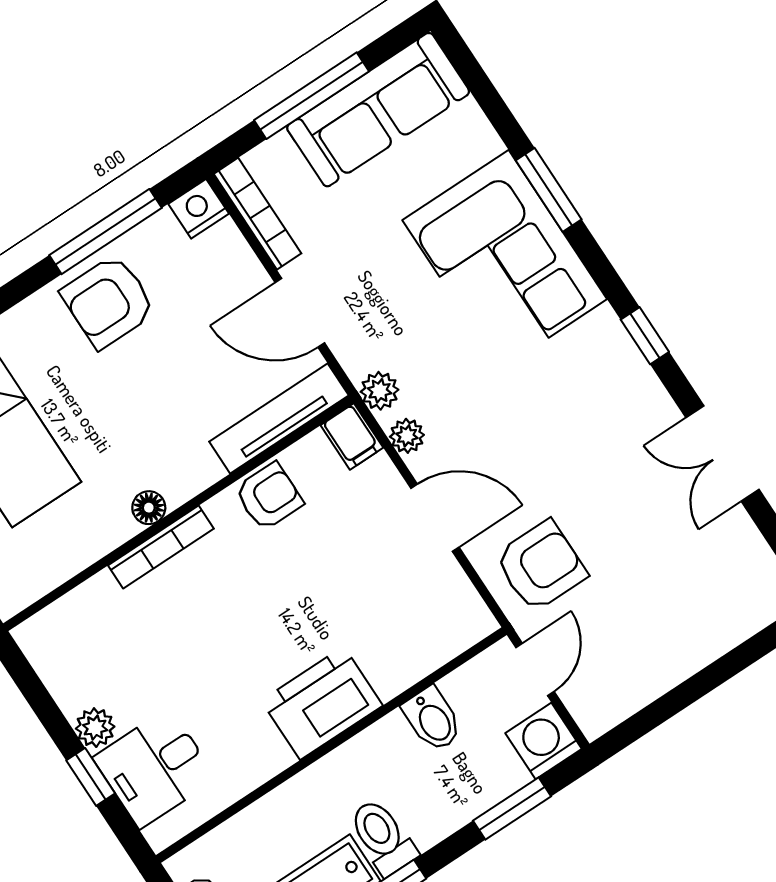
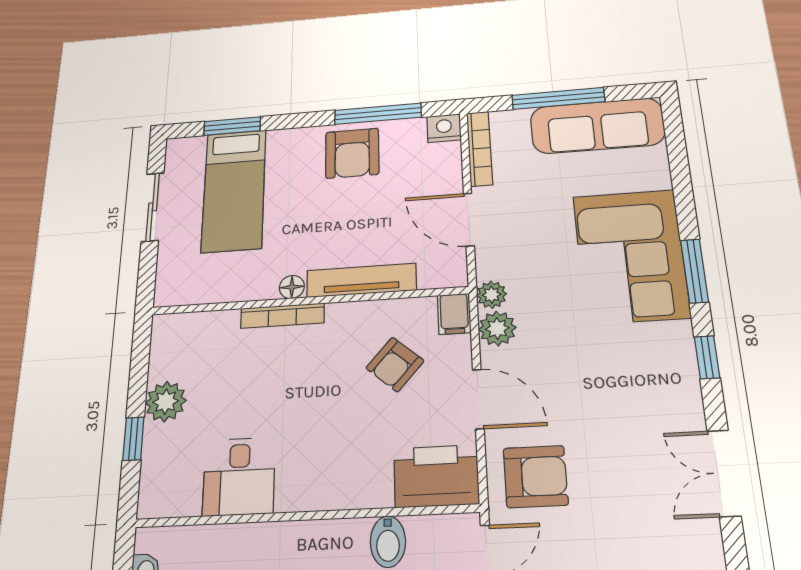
window: (549, 190) -> (694, 271), moved
armchair: (108, 302) -> (352, 153), turned -90
tv unit: (279, 418) -> (361, 280), moved
plant: (407, 436) -> (497, 328), width x1.38, depth x1.38
armchair: (269, 496) -> (395, 364), moved, turned 131
printer: (322, 703) -> (436, 476), moved
plant: (95, 728) -> (166, 402), width x1.38, depth x1.38
desk: (155, 768) -> (239, 476), moved, turned -90

